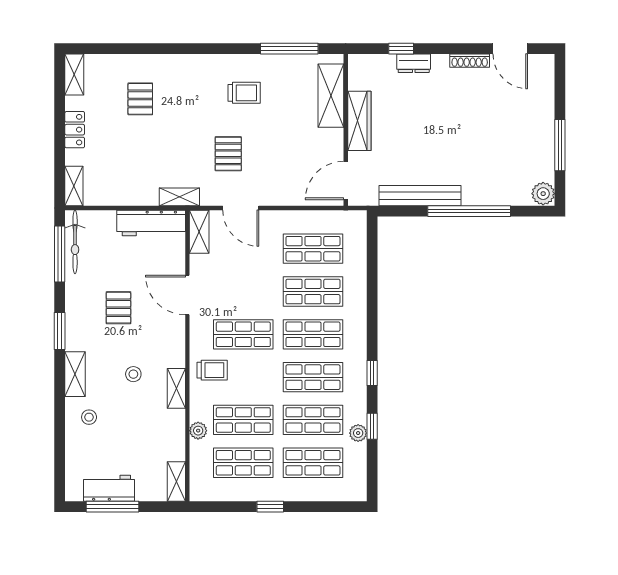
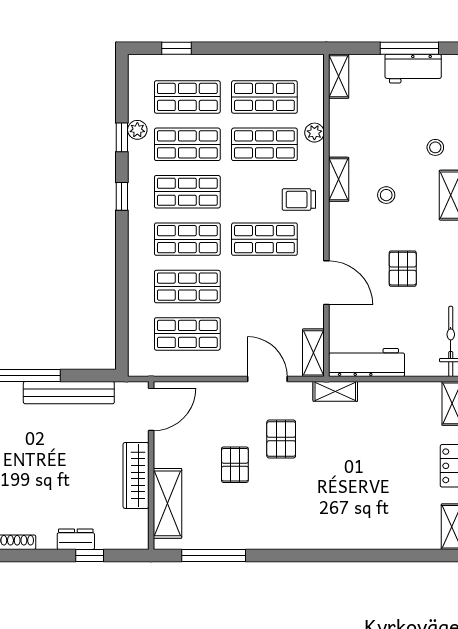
trolley: (244, 93) -> (264, 507), removed
pallet: (140, 99) -> (235, 465), moved
window: (270, 507) -> (176, 48), moved

